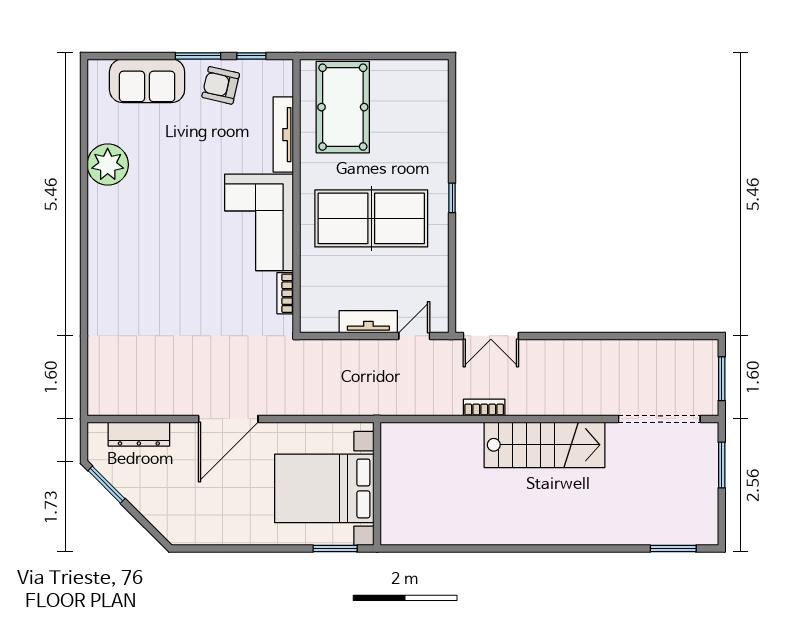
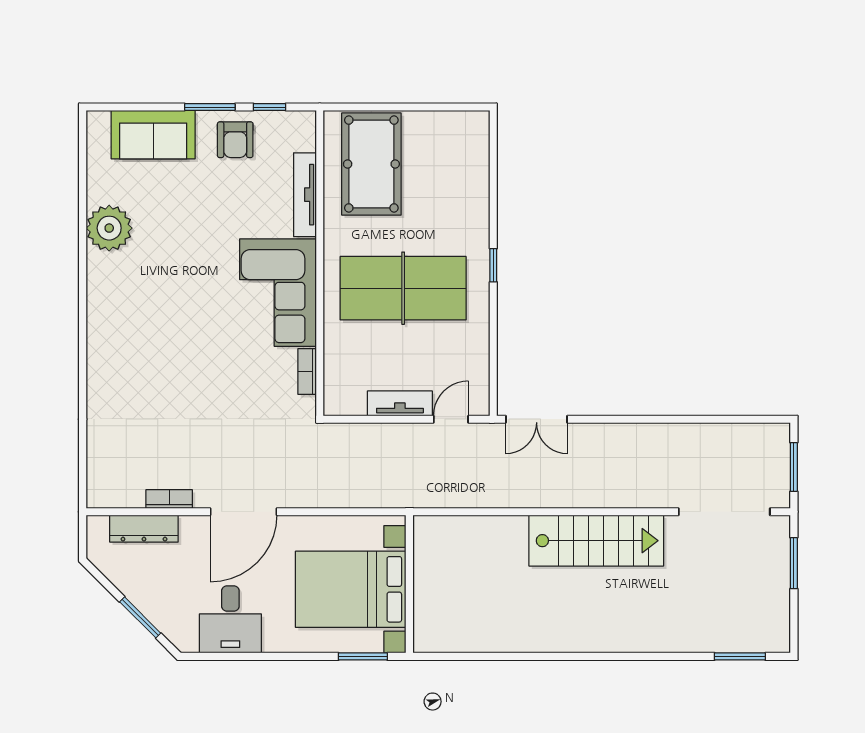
armchair: (221, 85) -> (235, 140), turned -103
bookcase: (484, 407) -> (169, 499), moved
window: (106, 485) -> (140, 617), moved
desk: (216, 515) -> (230, 619), added

